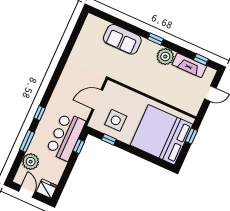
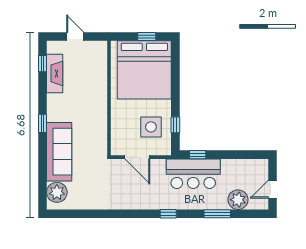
sofa: (122, 39) -> (59, 152), width x1.36
plant: (165, 56) -> (57, 192), moved
window: (40, 113) -> (168, 214), moved
window: (191, 136) -> (147, 37), moved
fridge: (47, 189) -> (260, 169), removed

